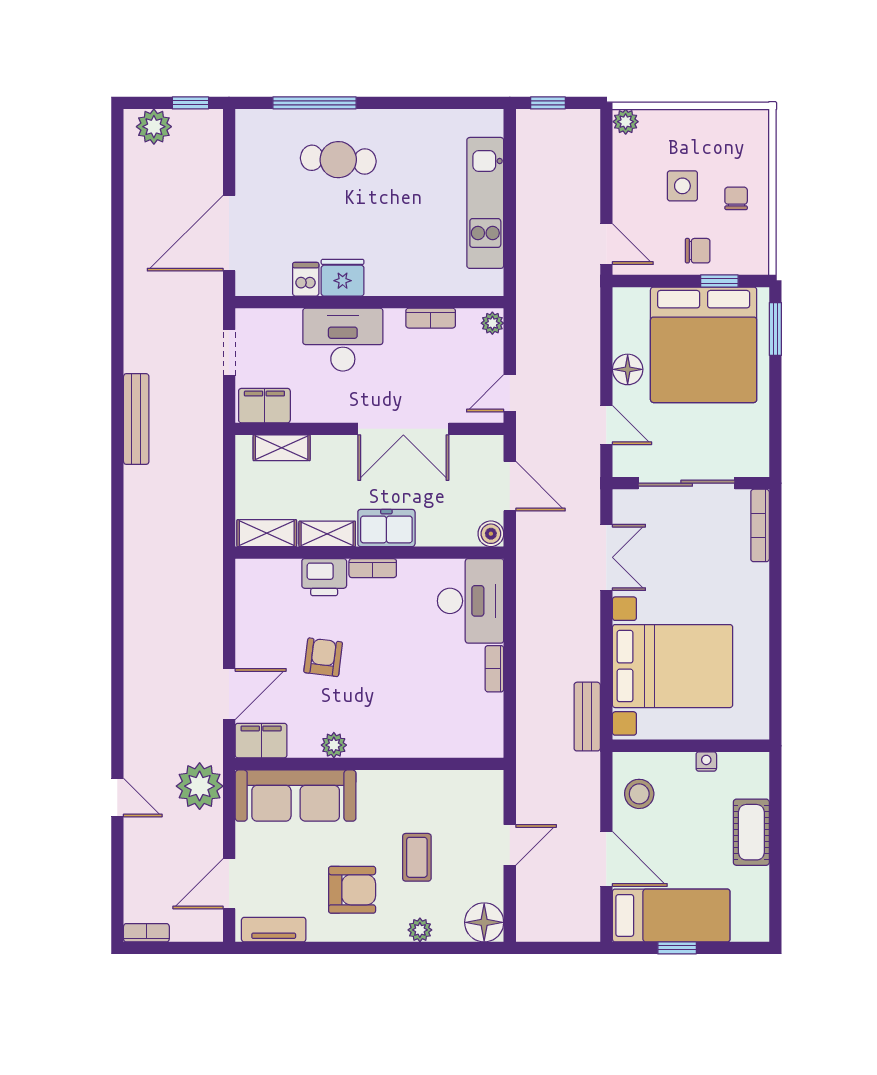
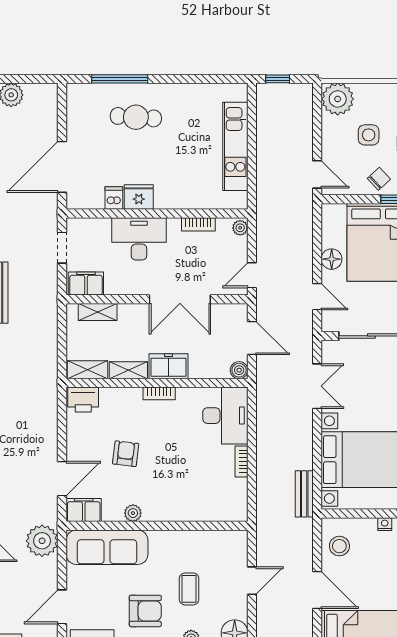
window: (190, 103) -> (36, 79), removed
plant: (626, 122) -> (338, 99), width x1.88, depth x1.88
chair: (698, 251) -> (379, 179), turned -43
printer: (324, 577) -> (83, 400), moved

